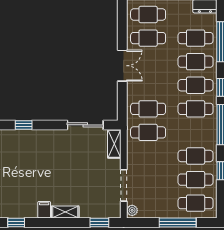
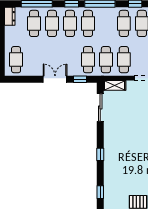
cafe table: (148, 38) -> (124, 60), moved
window: (122, 99) -> (80, 79), added

